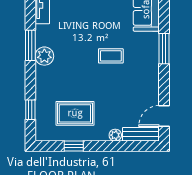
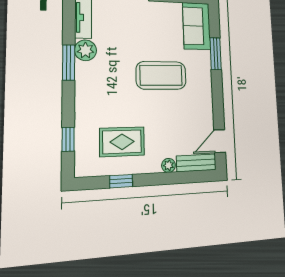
window: (164, 49) -> (216, 54), moved
plant: (44, 56) -> (85, 50), moved
coffee table: (111, 56) -> (161, 75), width x1.86, depth x1.72

